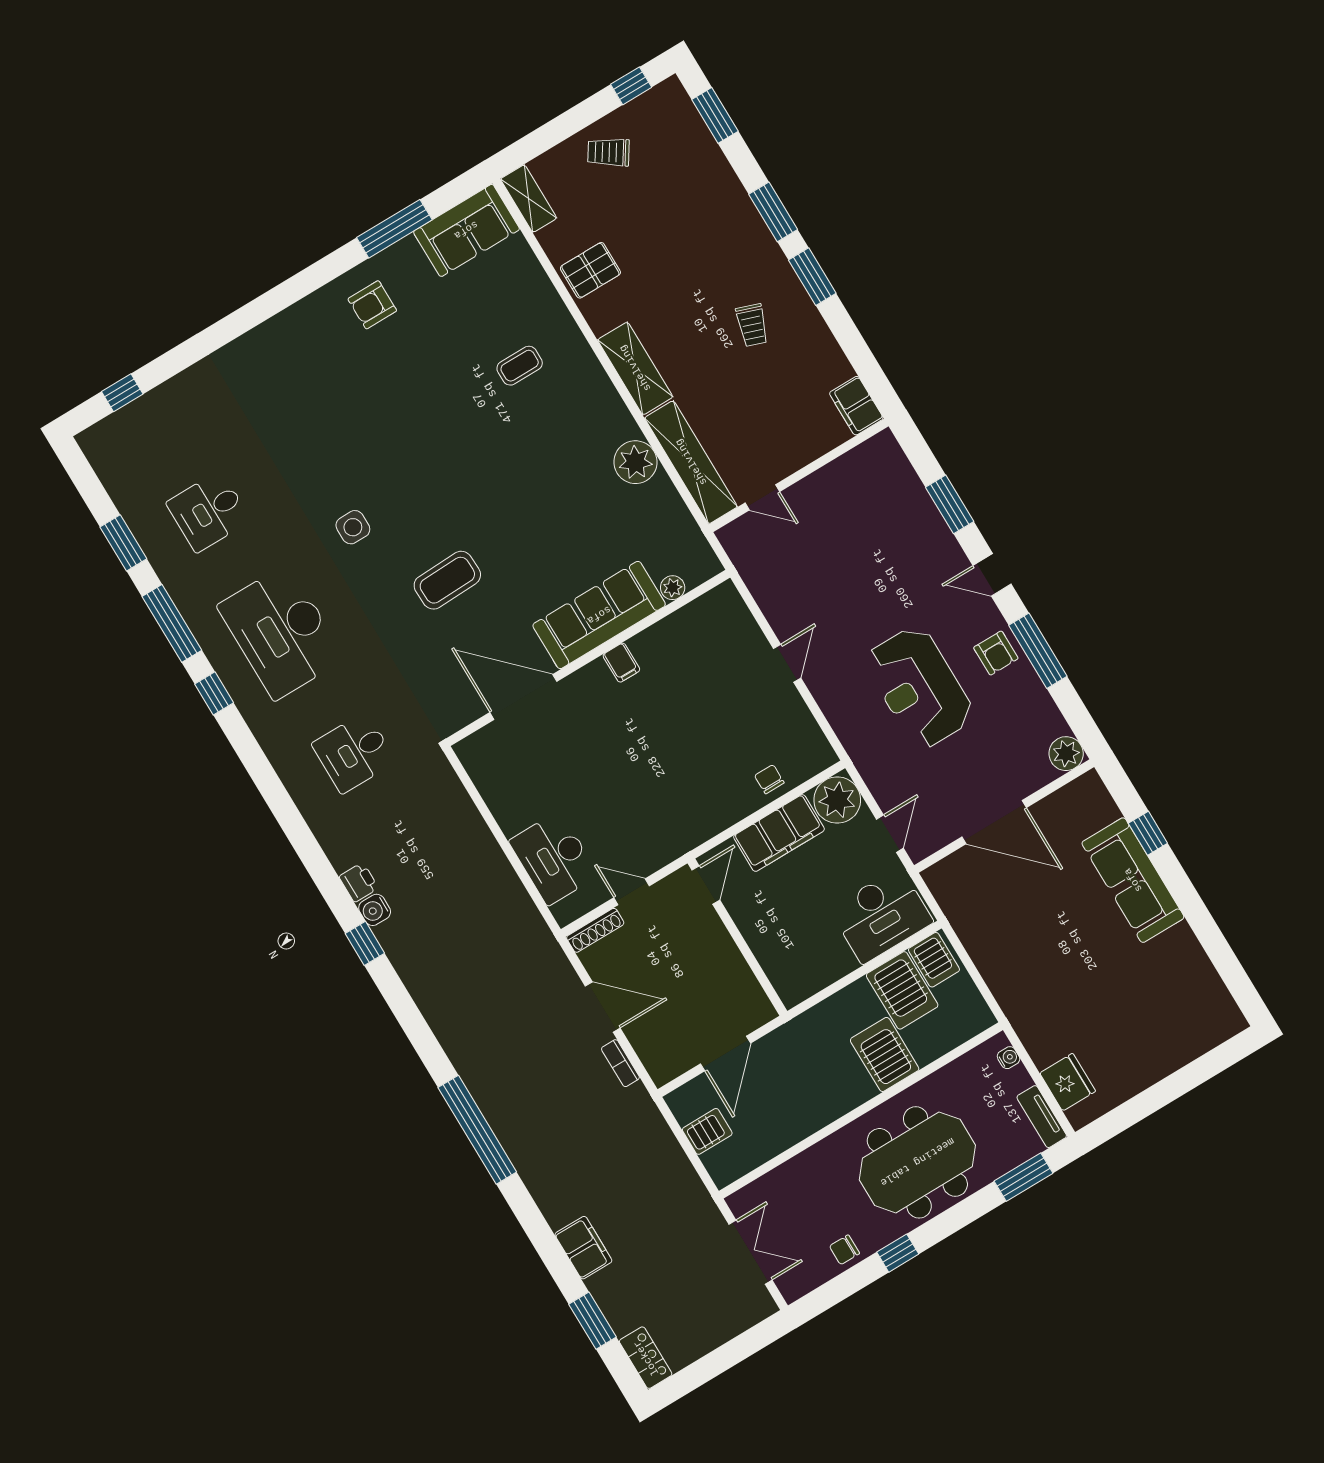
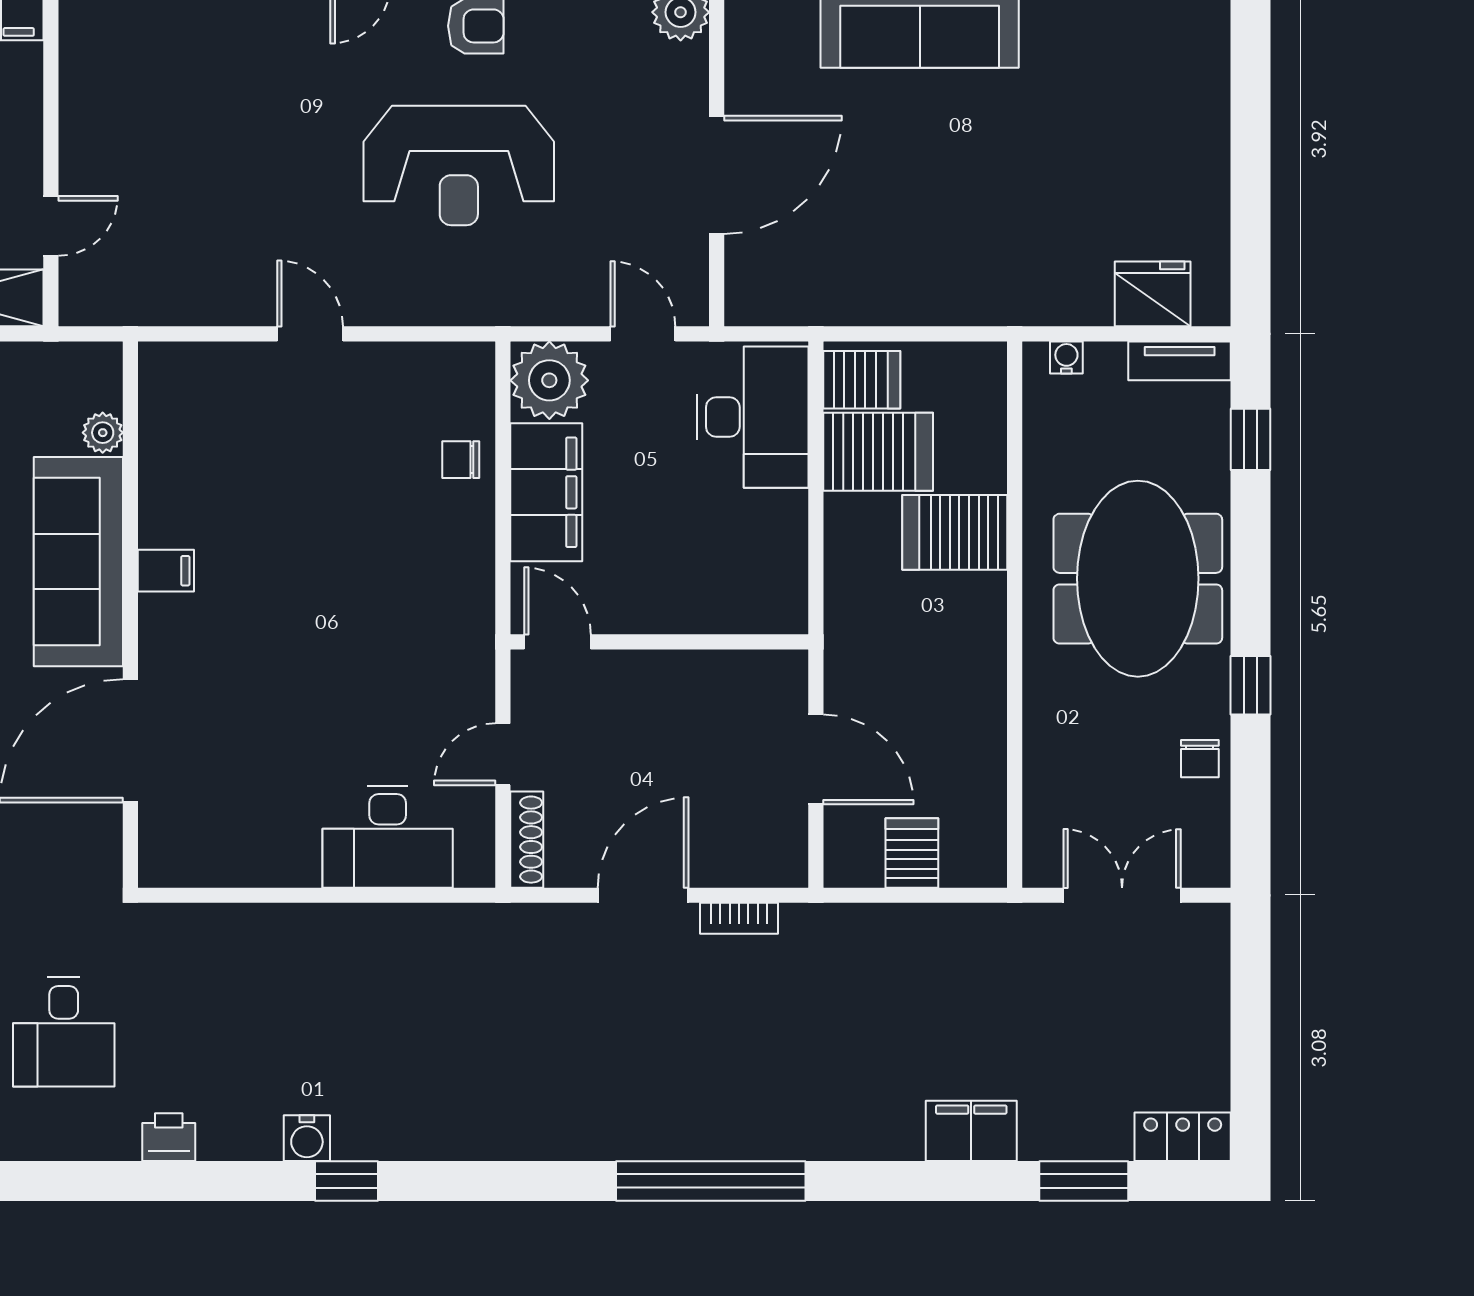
printer: (359, 882) -> (169, 1137), moved
window: (1023, 1177) -> (1251, 439), width x0.67

